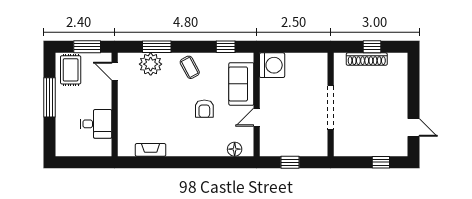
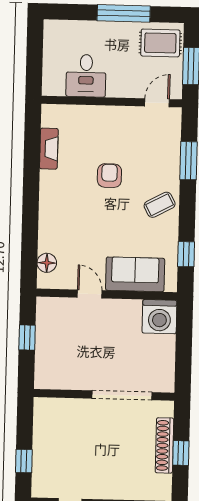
plant: (151, 64) -> (165, 152), removed
doorway: (331, 108) -> (122, 395), moved
armchair: (204, 109) -> (109, 176), moved, turned 90

